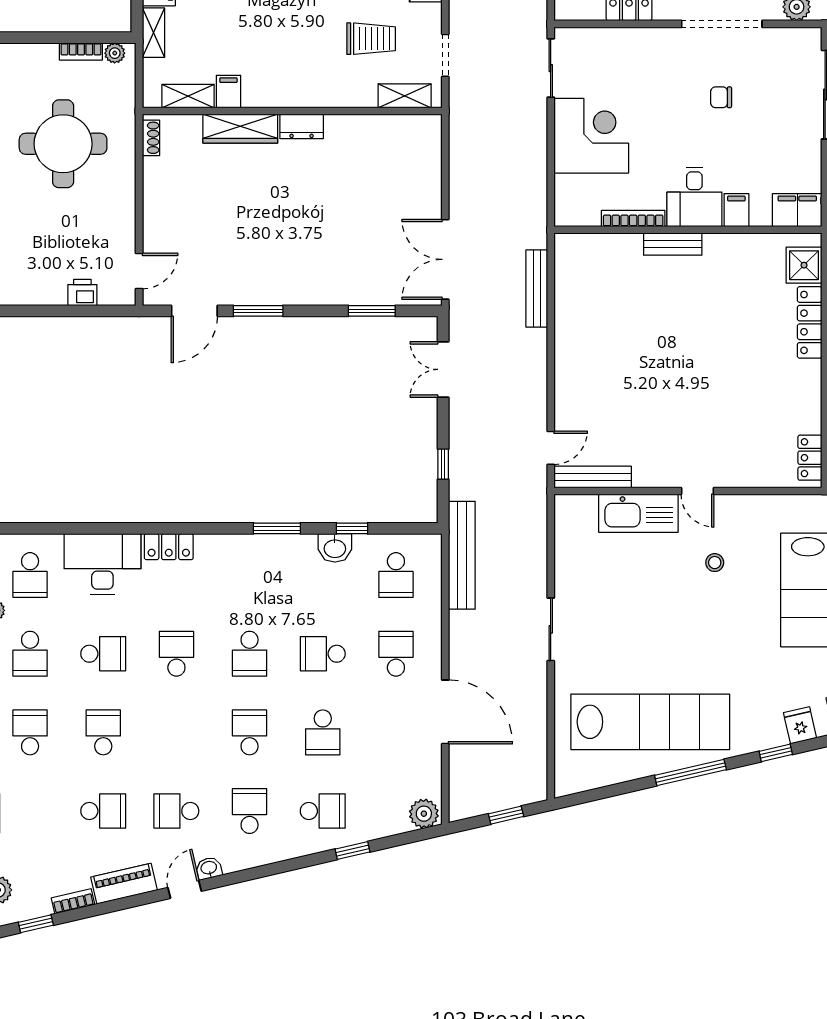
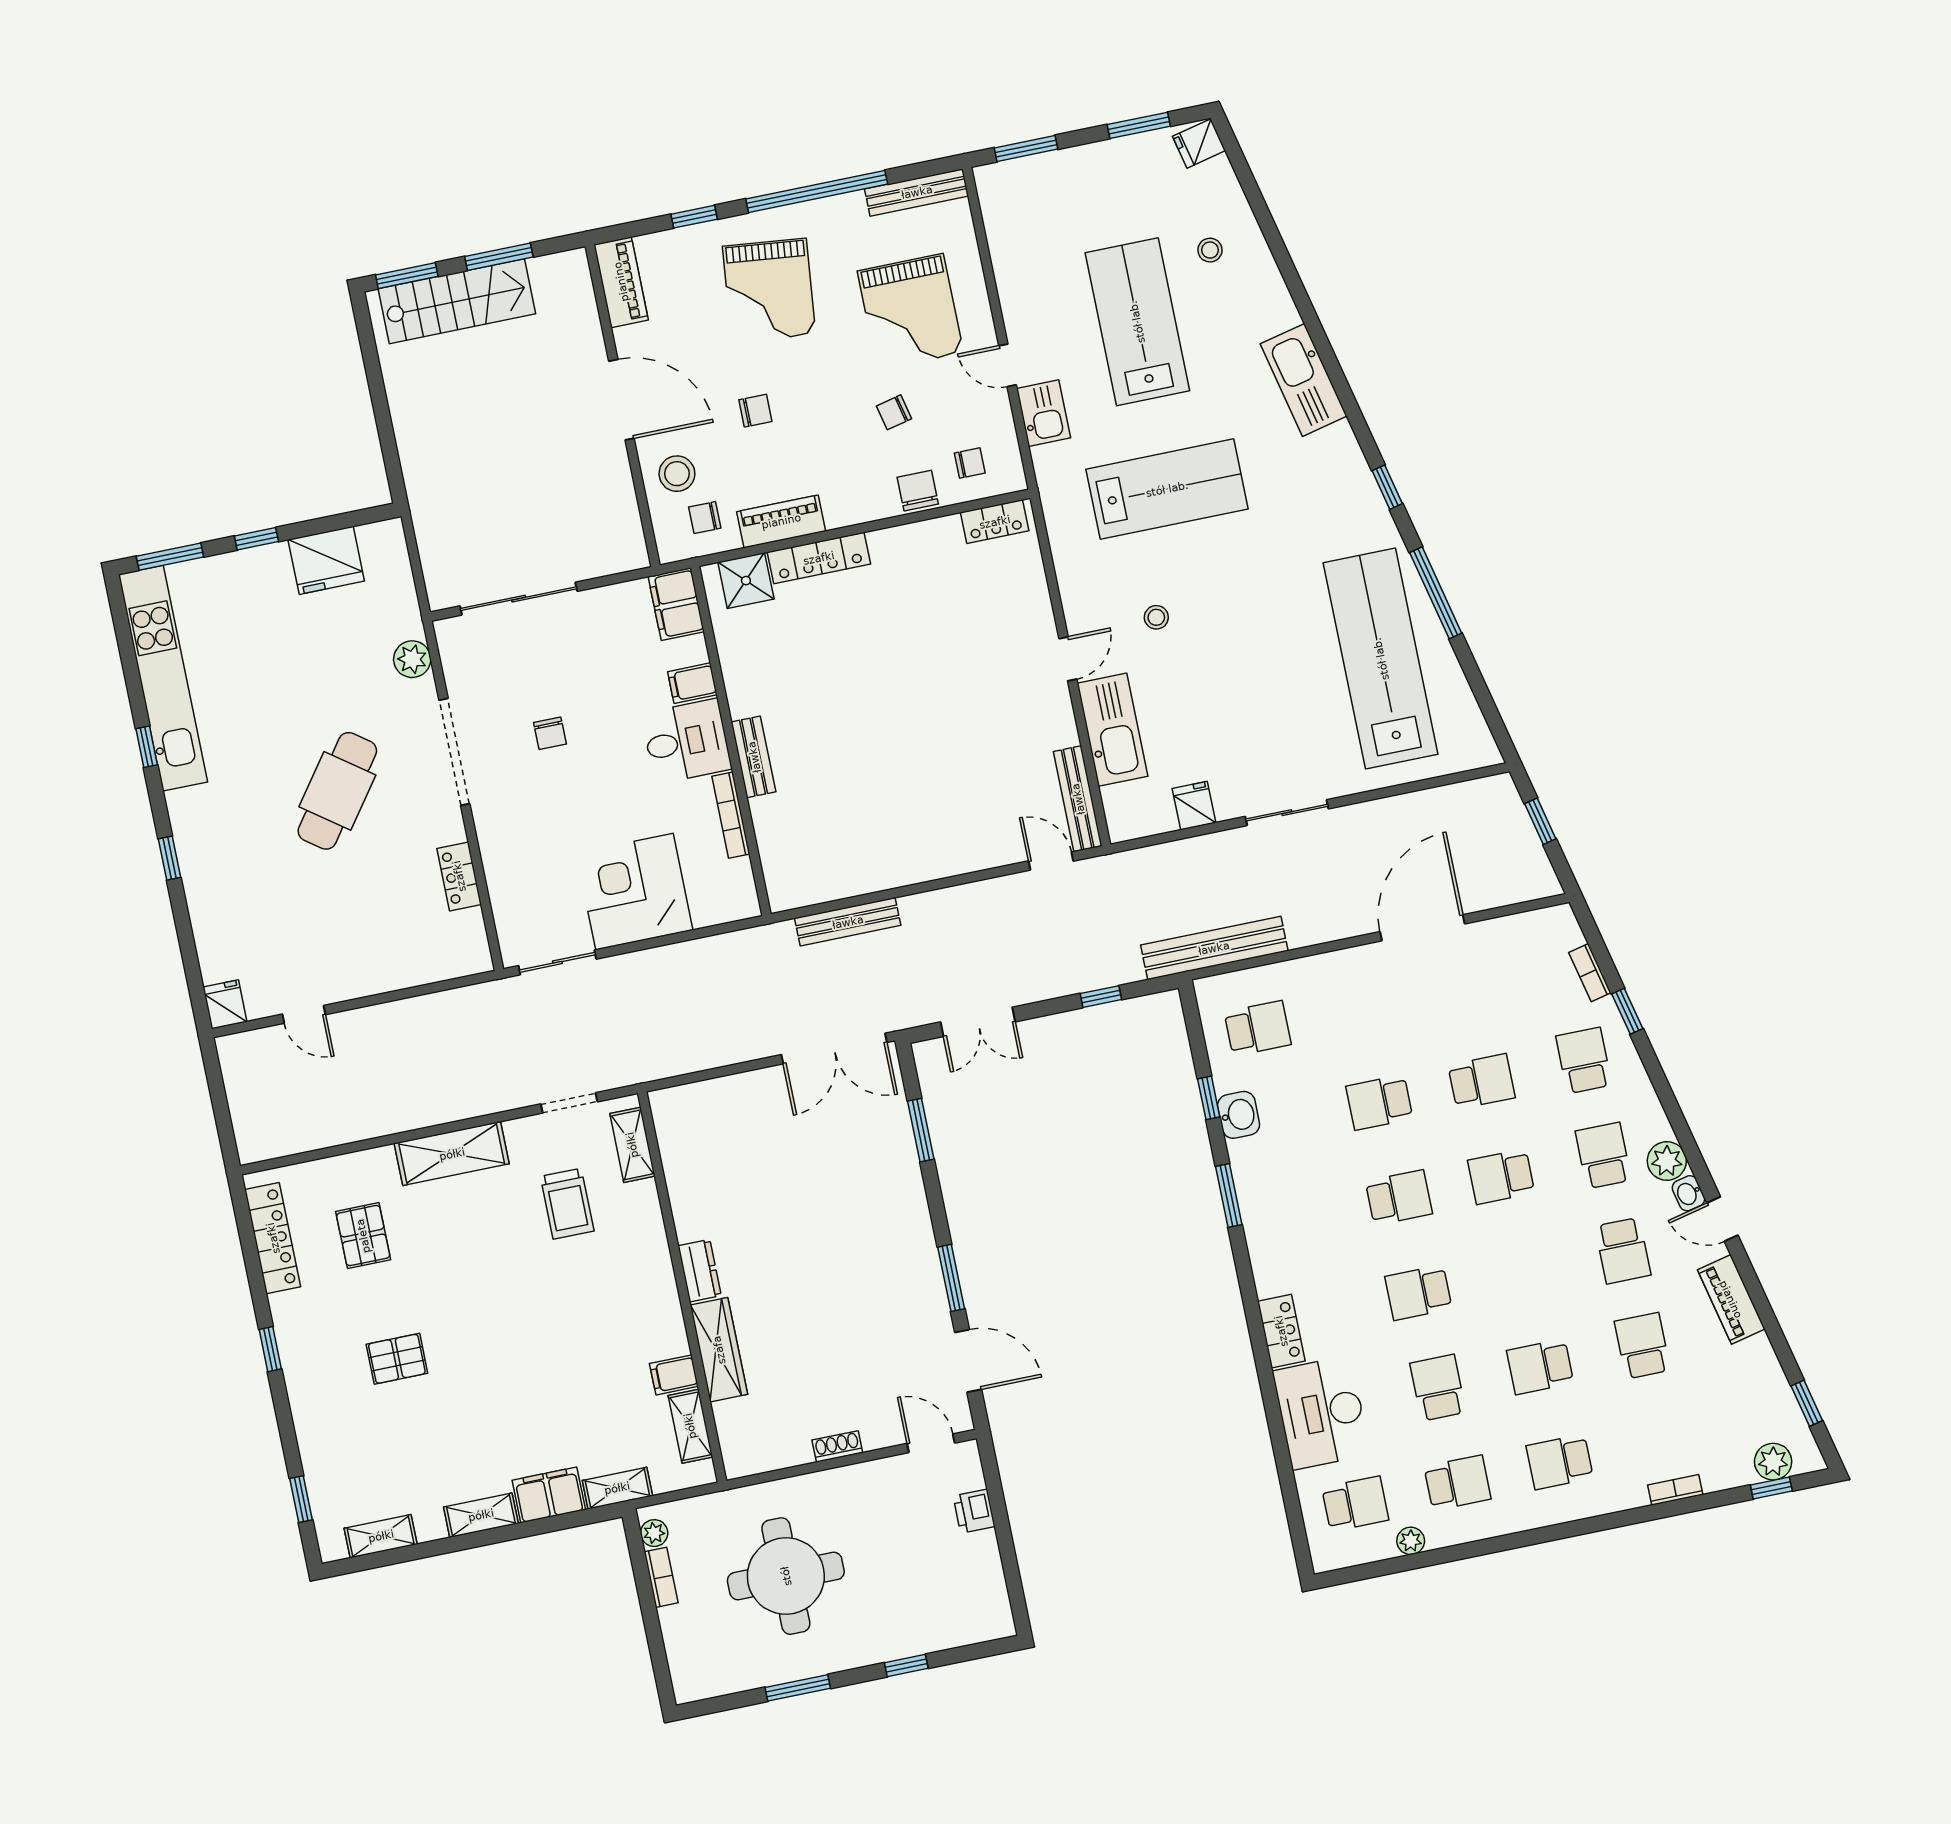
trolley: (371, 39) -> (567, 1204), turned 180
shoe rack: (151, 138) -> (837, 1446), moved
school desk: (323, 654) -> (1379, 1102), turned 90
school desk: (396, 654) -> (1360, 1007), removed
fridge: (800, 725) -> (1194, 806), moved, turned 103
school desk: (250, 811) -> (1603, 1156), turned 90
plant: (424, 814) -> (1667, 1161), moved
bookcase: (73, 901) -> (1590, 973), moved

